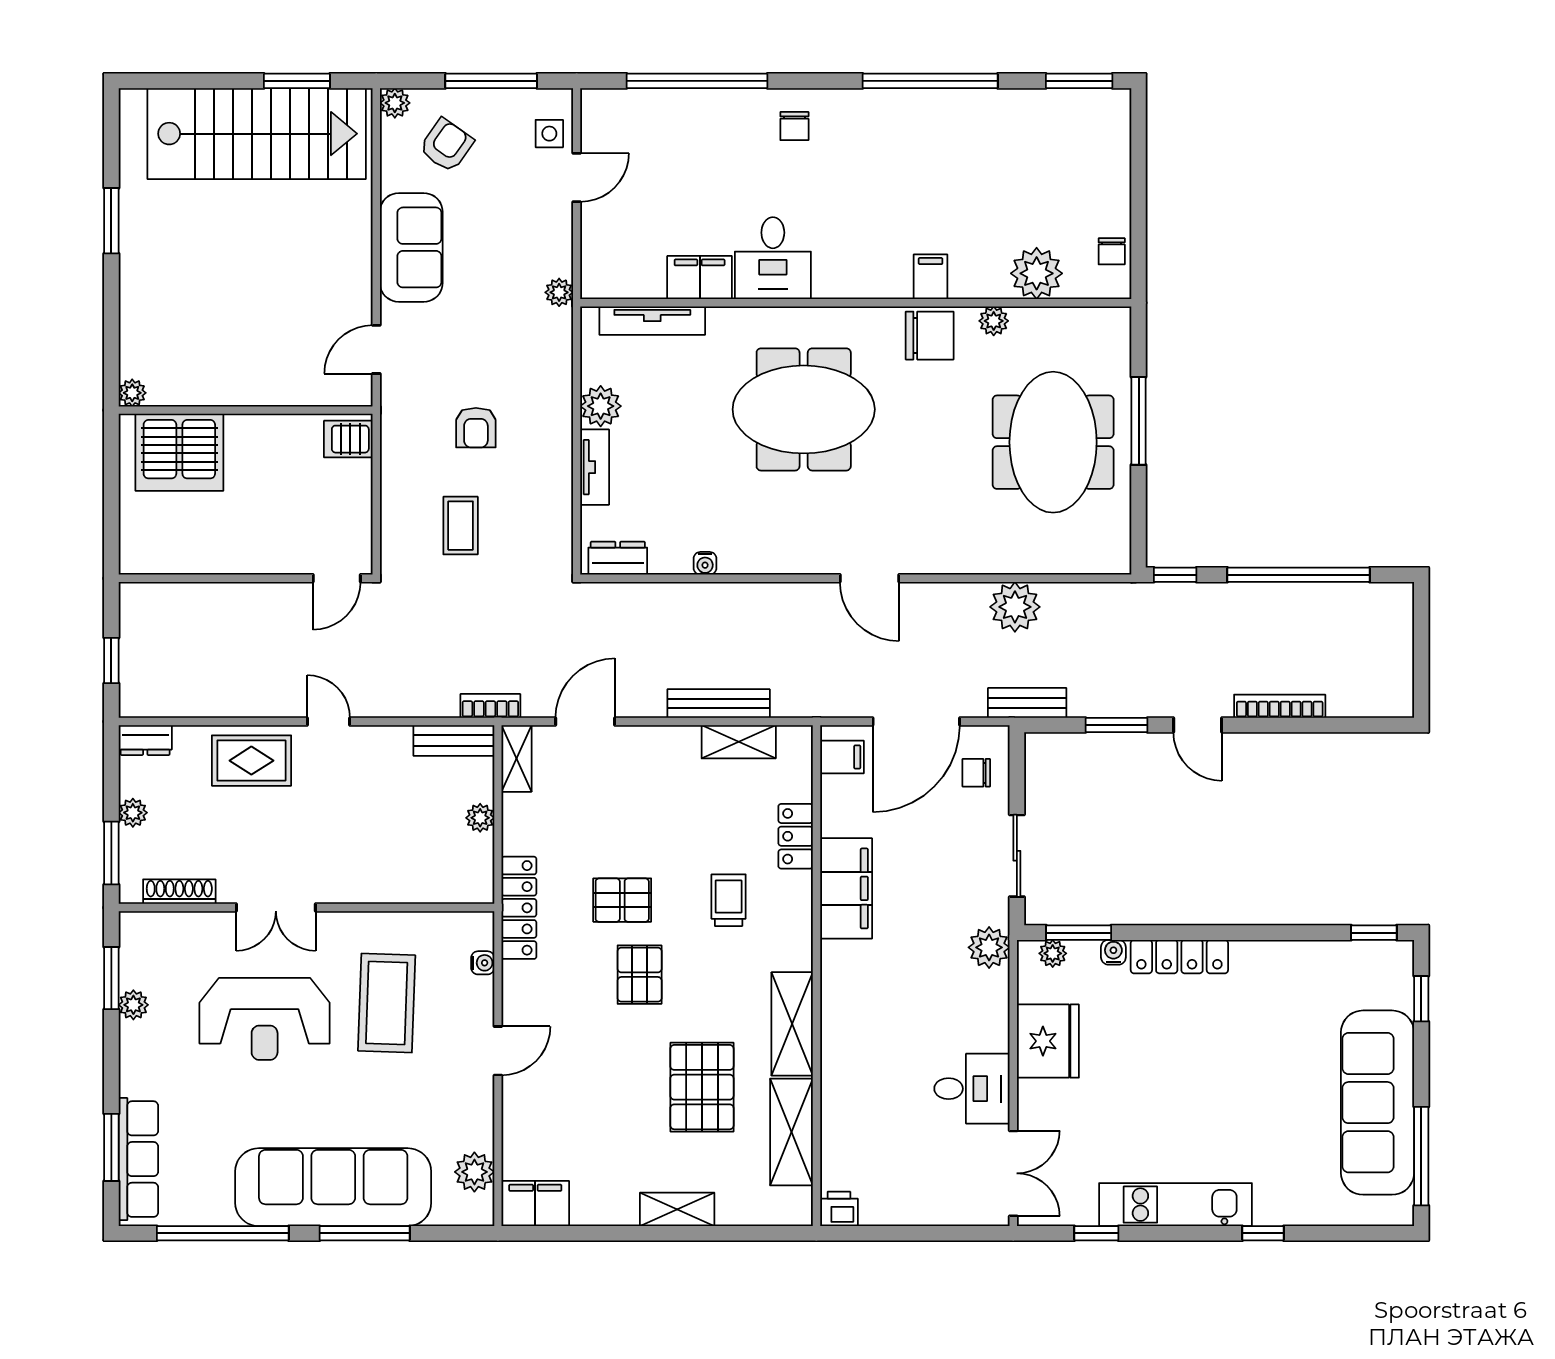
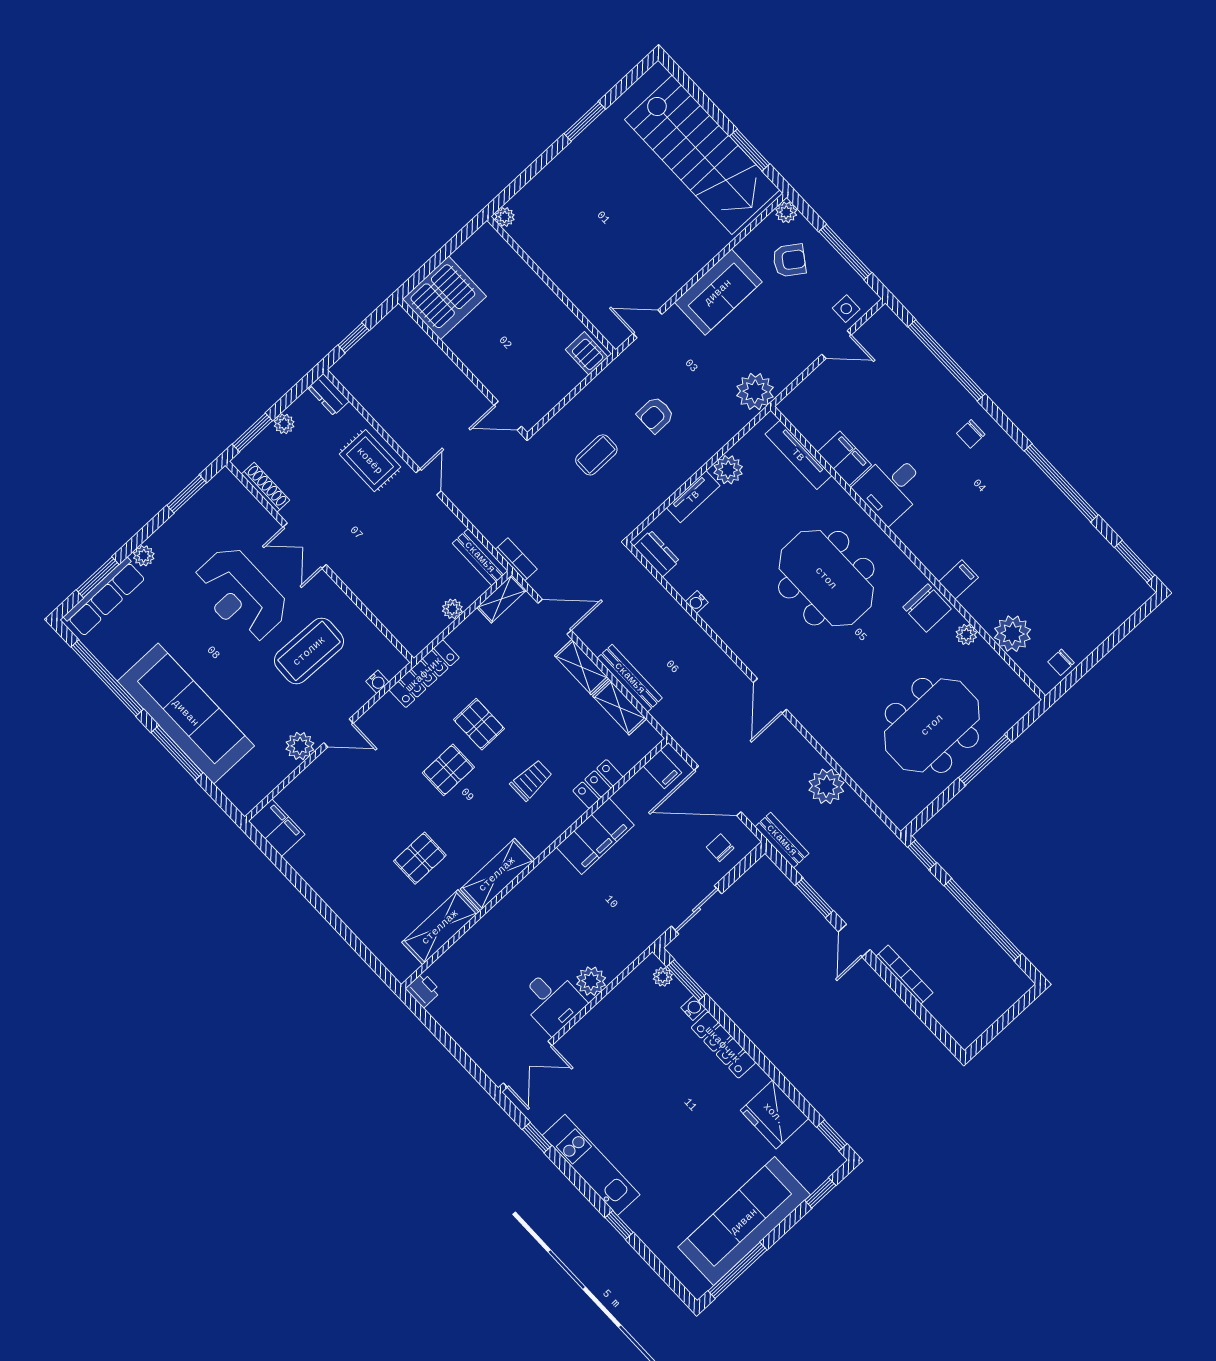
plant: (559, 292) -> (755, 392), width x1.87, depth x1.87
server rack: (179, 452) -> (444, 298), moved, turned -90
plant: (989, 947) -> (591, 981), moved
plant: (133, 1005) -> (144, 556), moved
fridge: (1048, 1041) -> (774, 1114), moved, turned 90
pallet: (702, 1087) -> (420, 858), width x0.67, depth x0.71
plant: (474, 1172) -> (300, 746), moved
shelving: (677, 1209) -> (582, 667), moved

